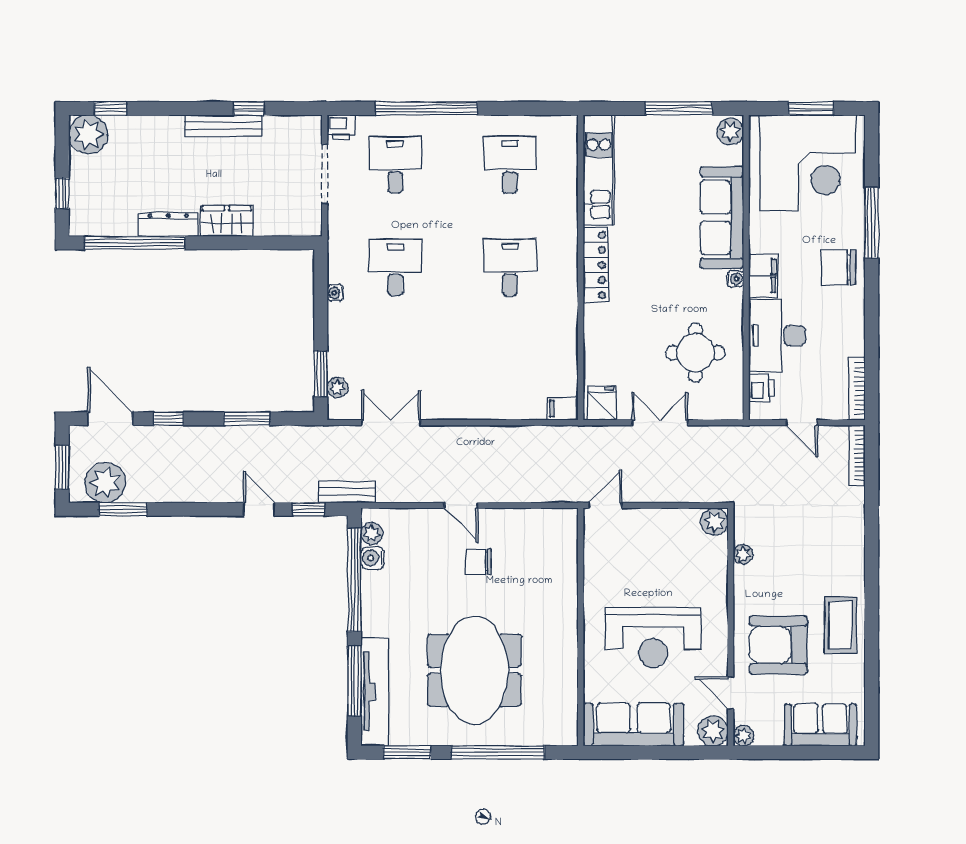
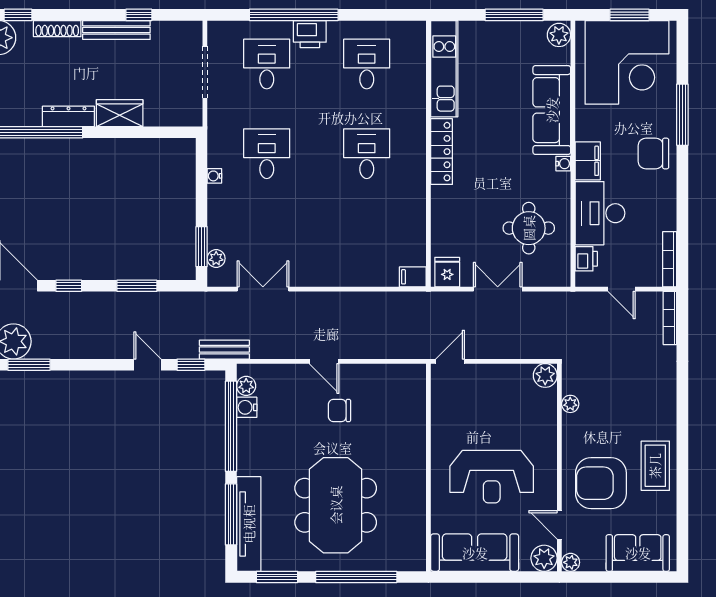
shoe rack: (155, 124) -> (57, 29), added
printer: (341, 127) -> (310, 34), moved, width x1.36, depth x1.24

